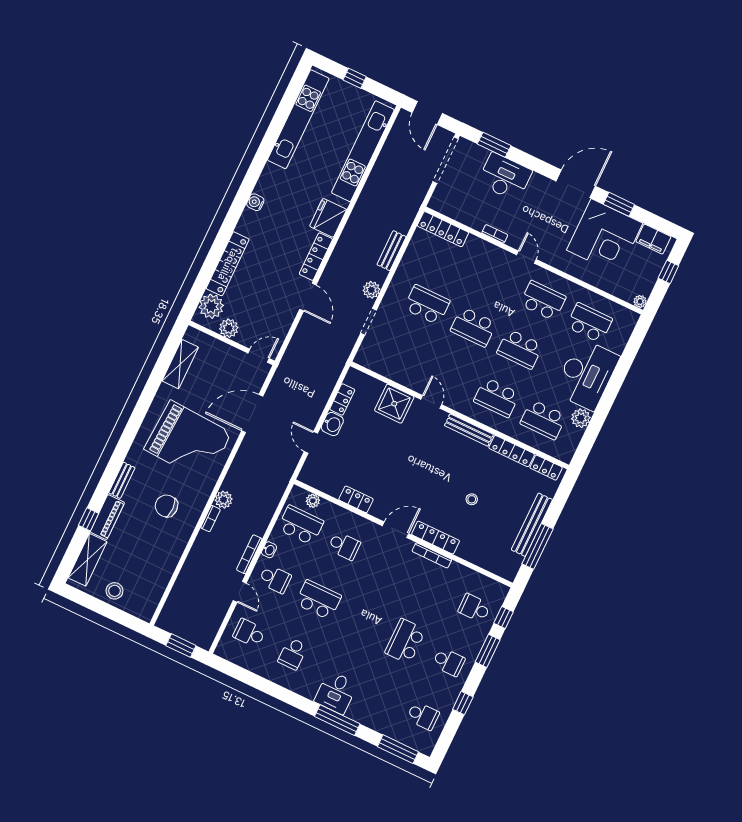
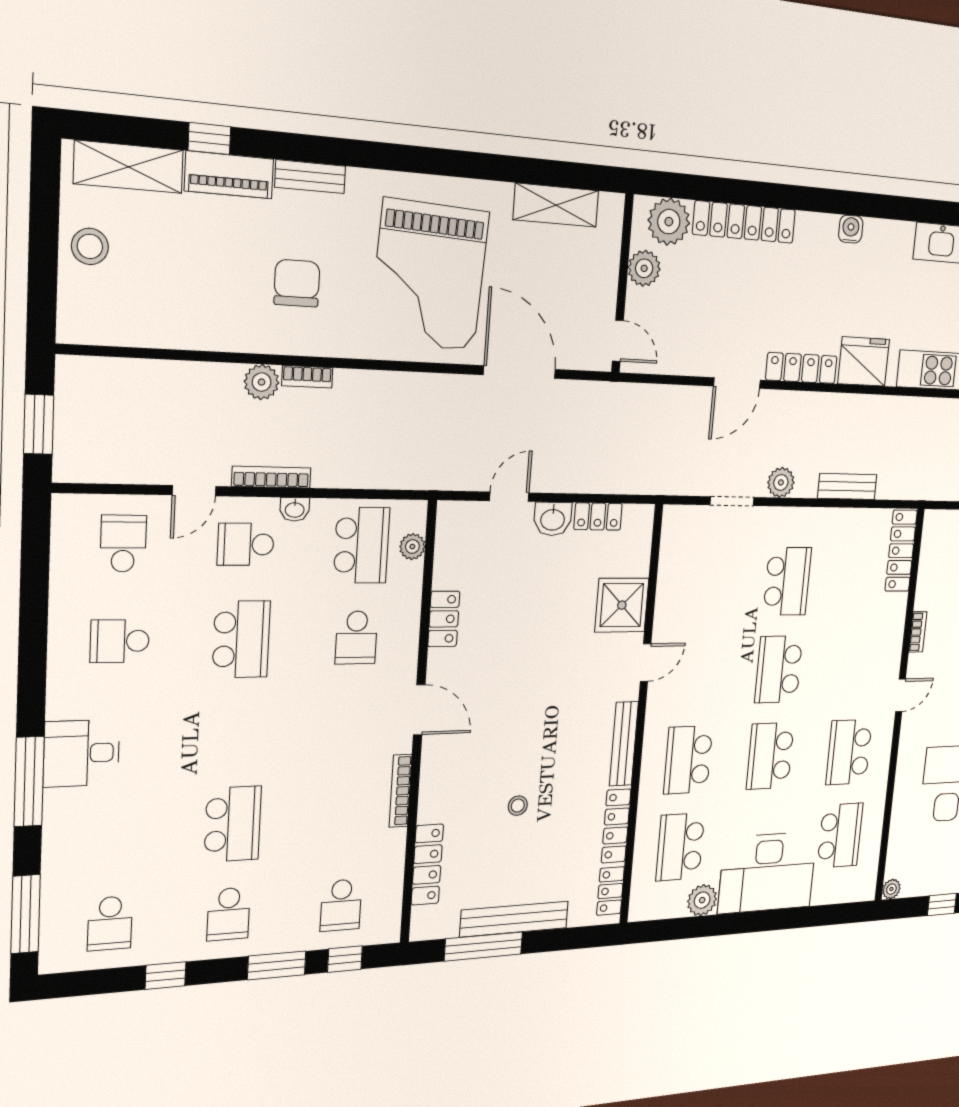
school desk: (543, 301) -> (849, 752), turned 180
plant: (224, 500) -> (262, 382), moved
locker: (436, 538) -> (427, 865), moved
school desk: (275, 579) -> (246, 544), turned 90
school desk: (474, 608) -> (341, 905), turned 180
school desk: (405, 641) -> (233, 824), turned 90

